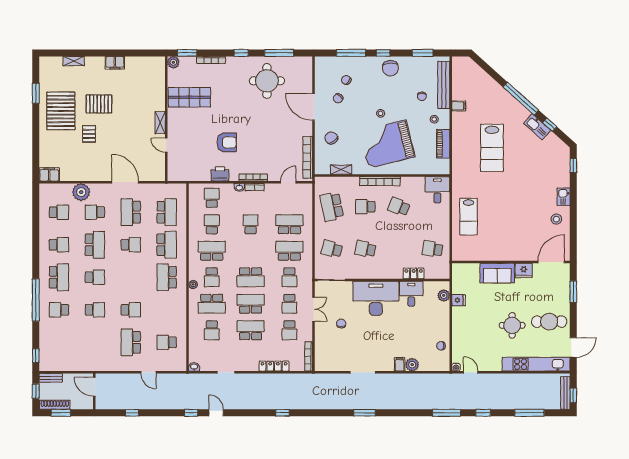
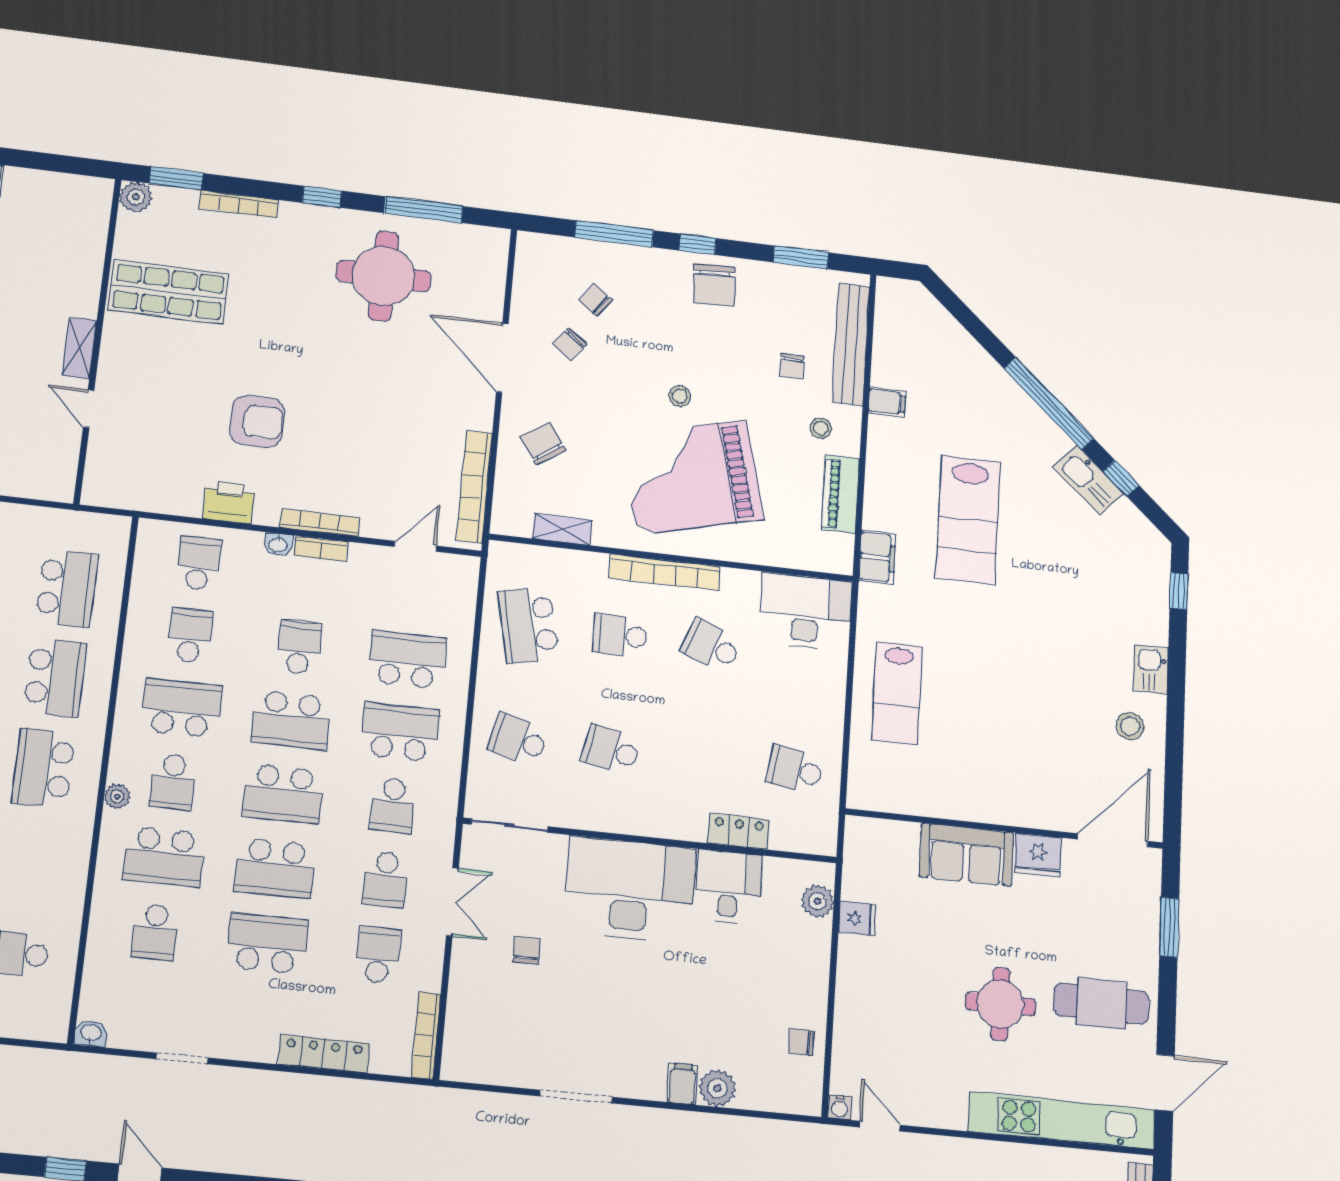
filing cabinet: (458, 166) -> (877, 557), added
desk: (437, 190) -> (806, 611), width x1.37
school desk: (251, 251) -> (291, 720), added
school desk: (251, 304) -> (275, 868), turned 180
school desk: (289, 330) -> (378, 955), turned 180

